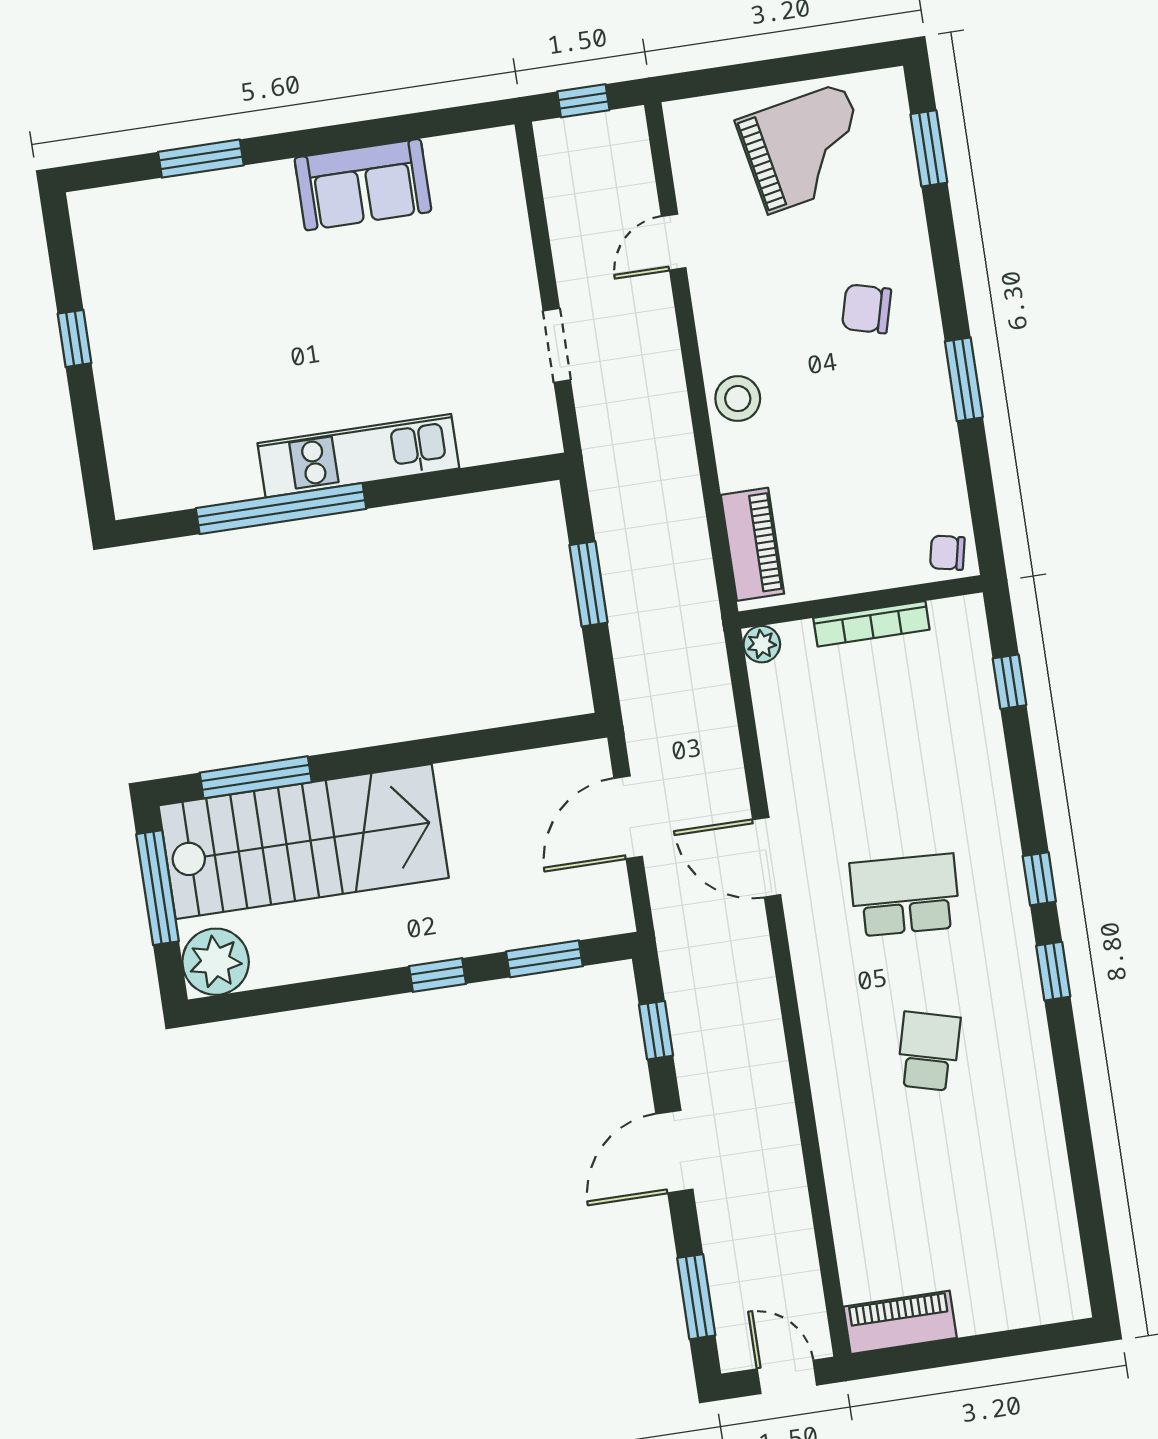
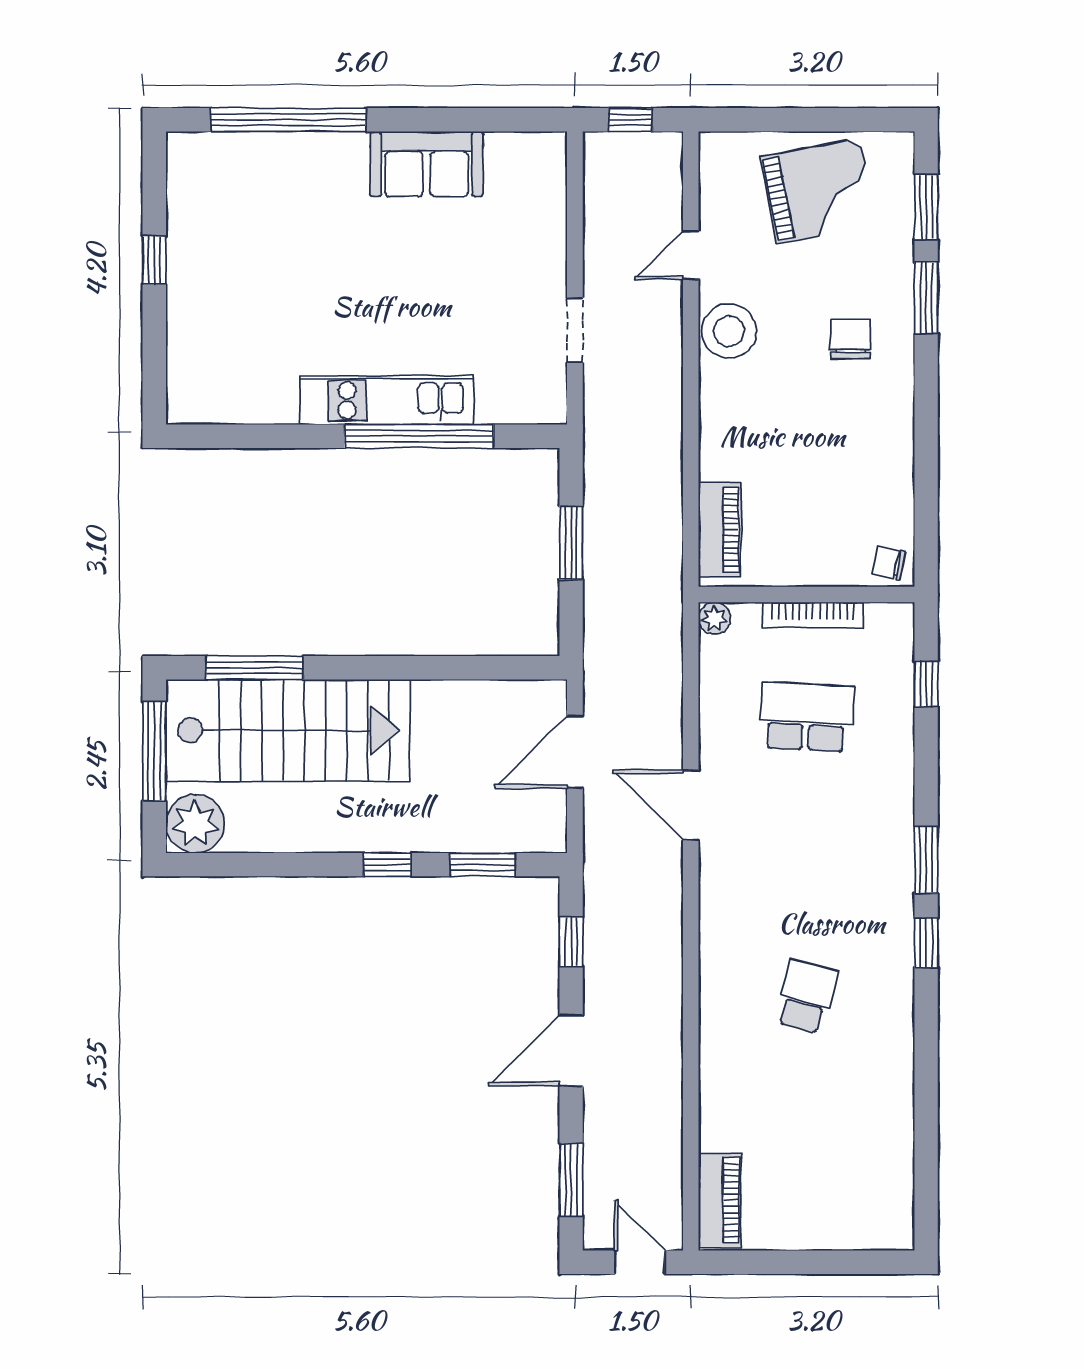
window: (201, 159) -> (288, 120), width x2.11
chair: (867, 309) -> (850, 339), turned 75
window: (964, 379) -> (926, 298), moved
stool: (738, 399) -> (729, 331), moved, width x1.38, depth x1.38
window: (281, 509) -> (419, 436), moved
window: (1039, 879) -> (926, 860), width x1.50
school desk: (905, 895) -> (807, 717), moved
piano: (900, 1322) -> (720, 1200), moved, turned 90

